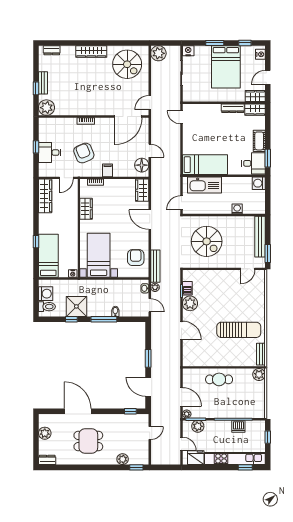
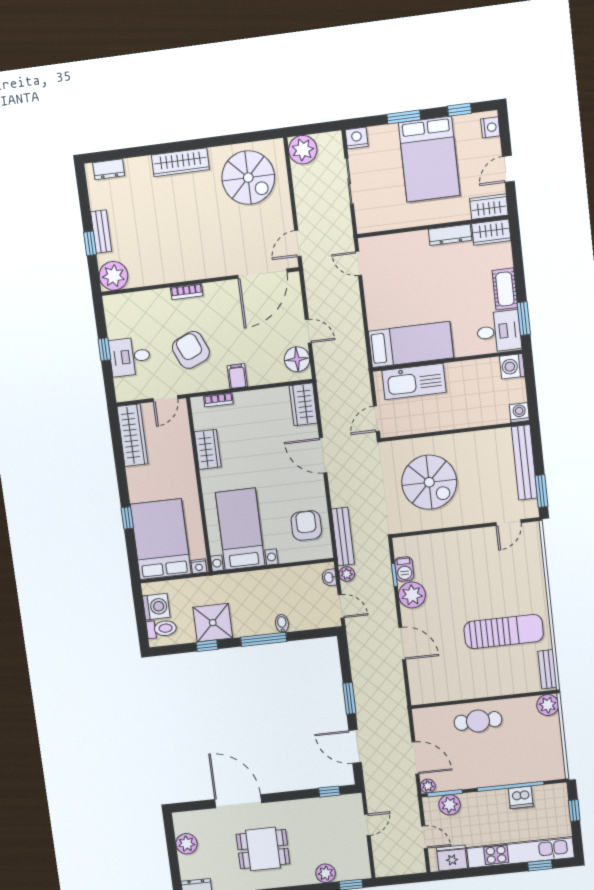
washing machine: (237, 209) -> (519, 413), moved
bed: (48, 256) -> (161, 539), width x1.50

